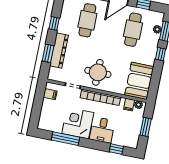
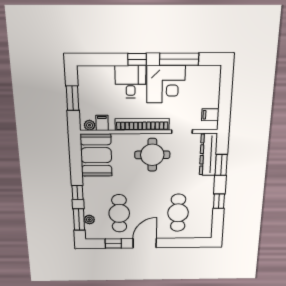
dresser: (59, 50) -> (208, 154), moved
window: (116, 149) -> (137, 59), moved

